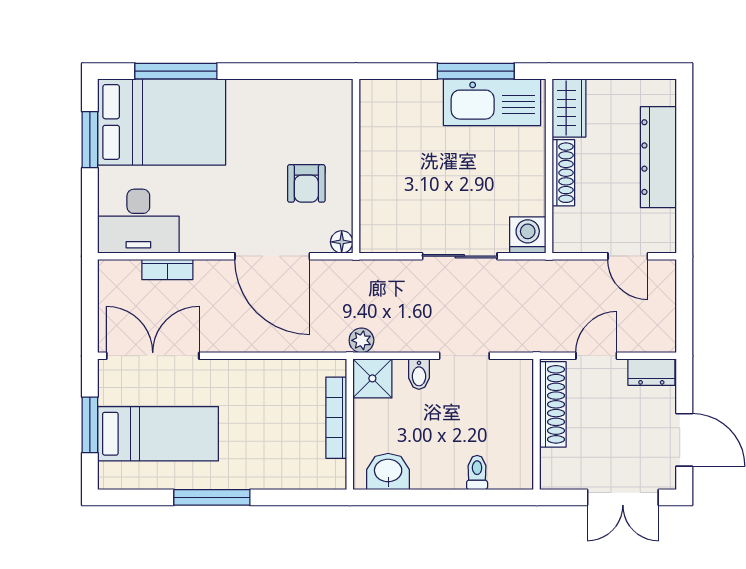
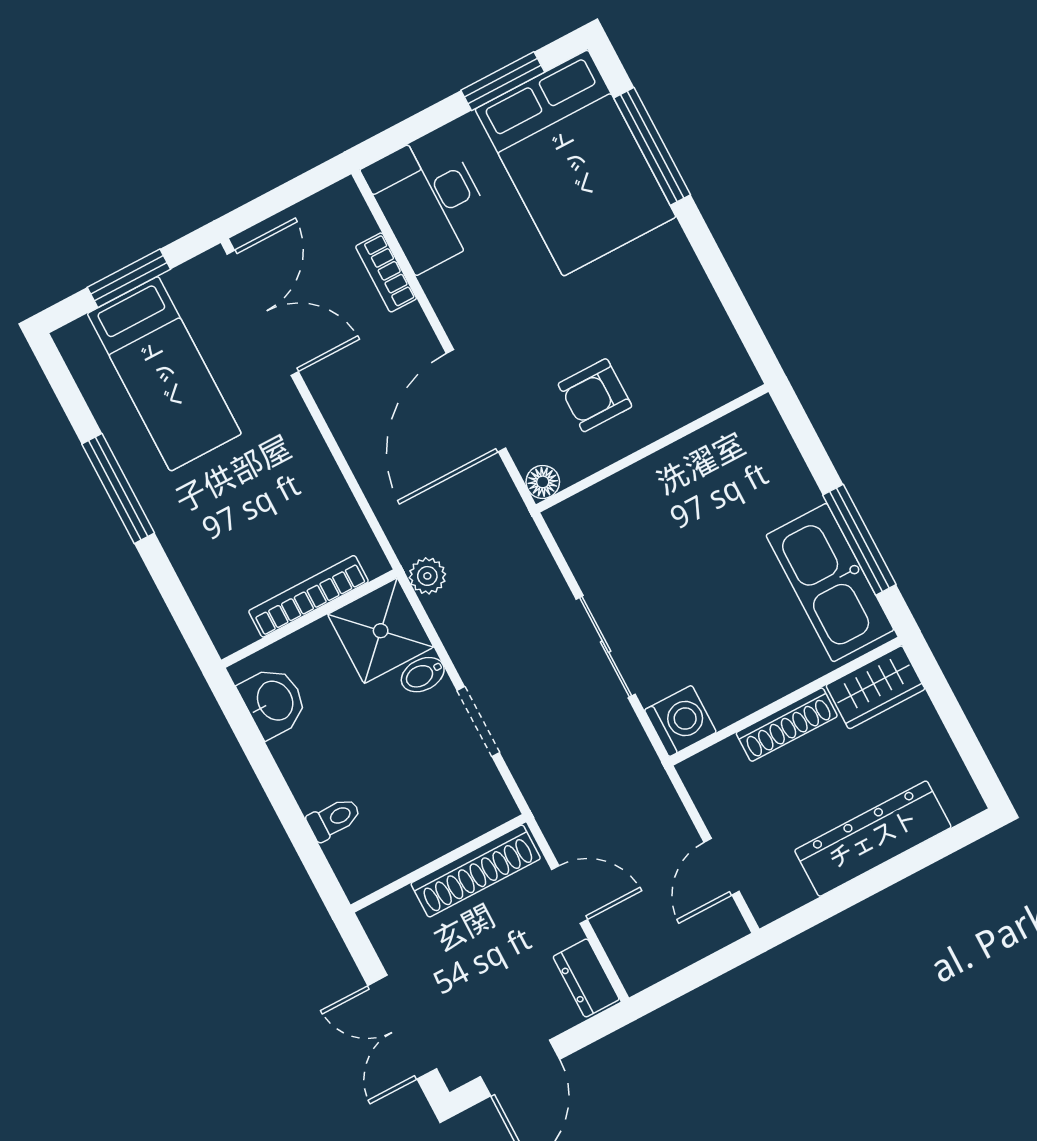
shower: (372, 378) -> (381, 631), width x1.36, depth x1.36

